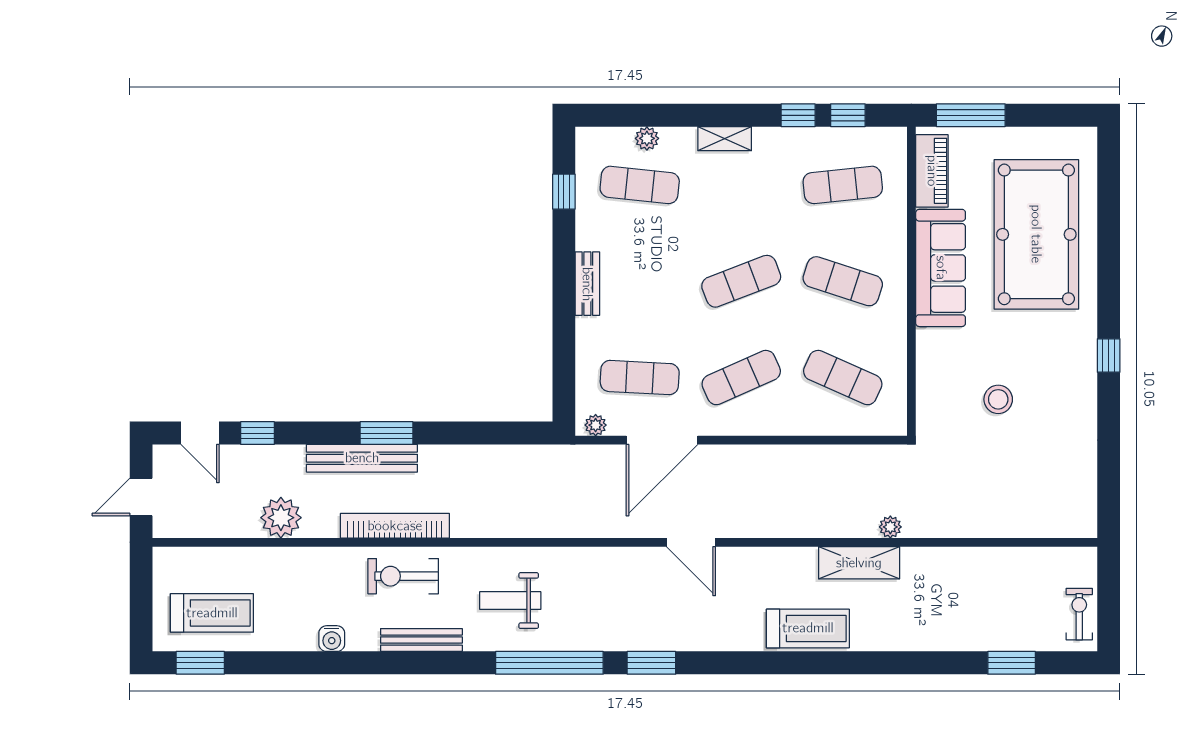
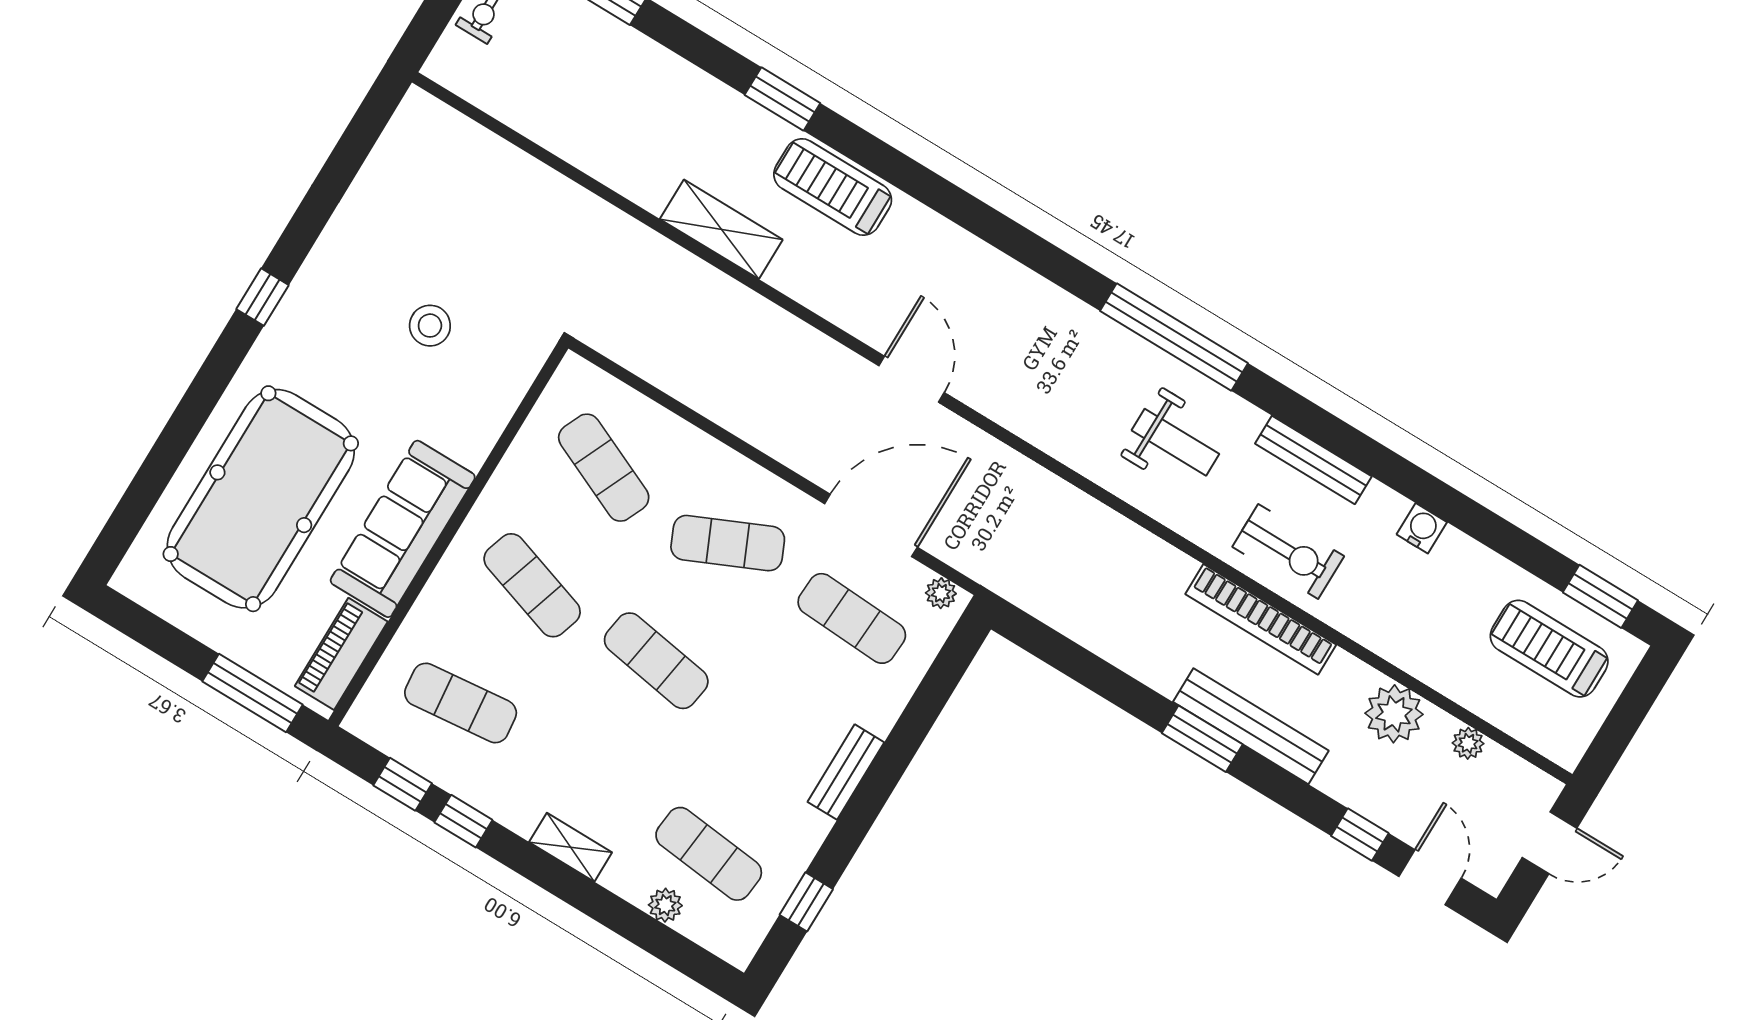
exercise mat: (741, 281) -> (656, 661), turned 30
plant: (890, 527) -> (1468, 743), moved
window: (651, 663) -> (782, 99), moved

